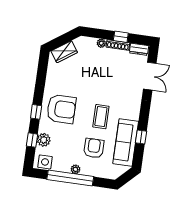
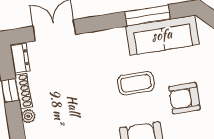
window: (141, 137) -> (147, 15), width x2.17
armchair: (94, 148) -> (184, 98), moved

